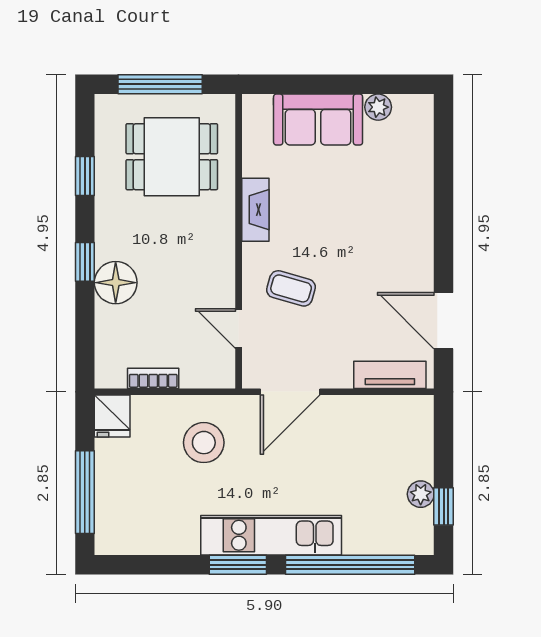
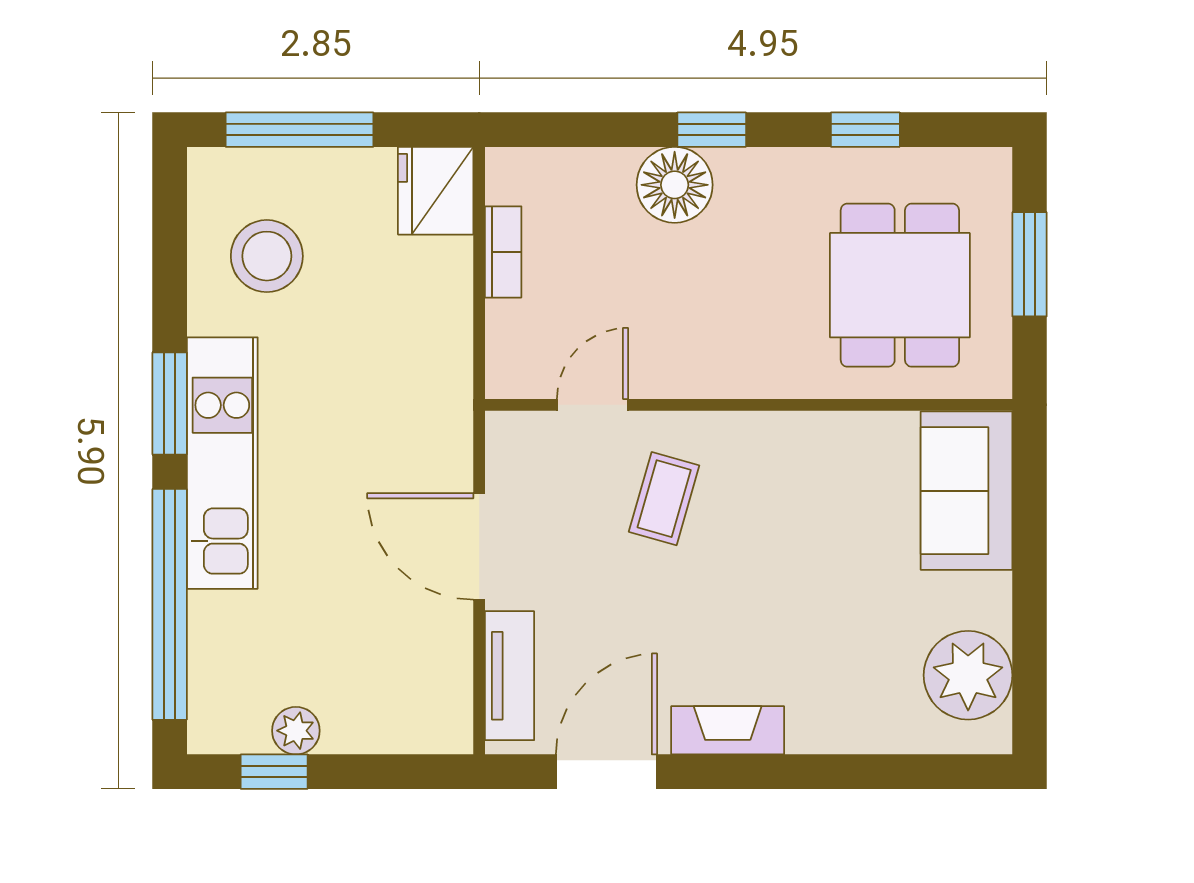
window: (160, 84) -> (1030, 264), width x0.69
plant: (378, 107) -> (968, 675), width x1.87, depth x1.87
sofa: (318, 119) -> (966, 491), moved
fireplace: (255, 210) -> (728, 730), moved, turned 180
door: (290, 392) -> (479, 546), moved
fridge: (112, 416) -> (436, 191), width x1.38
stool: (204, 443) -> (267, 256), moved

